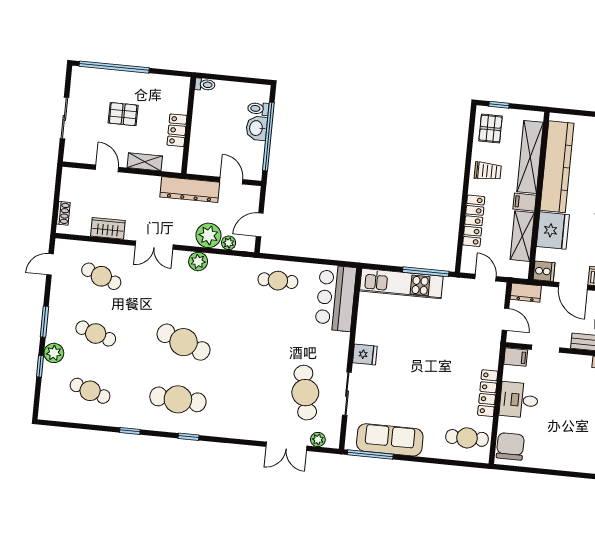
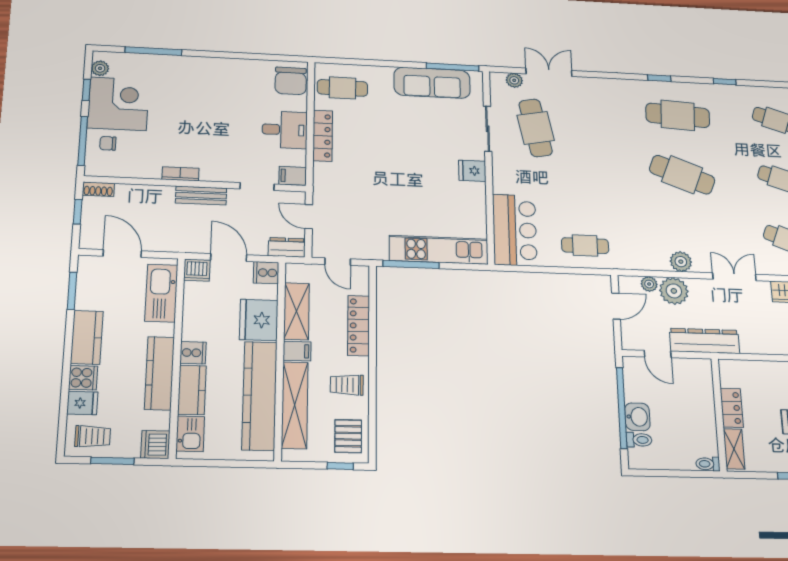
shelving: (145, 162) -> (734, 449), moved, turned 90

